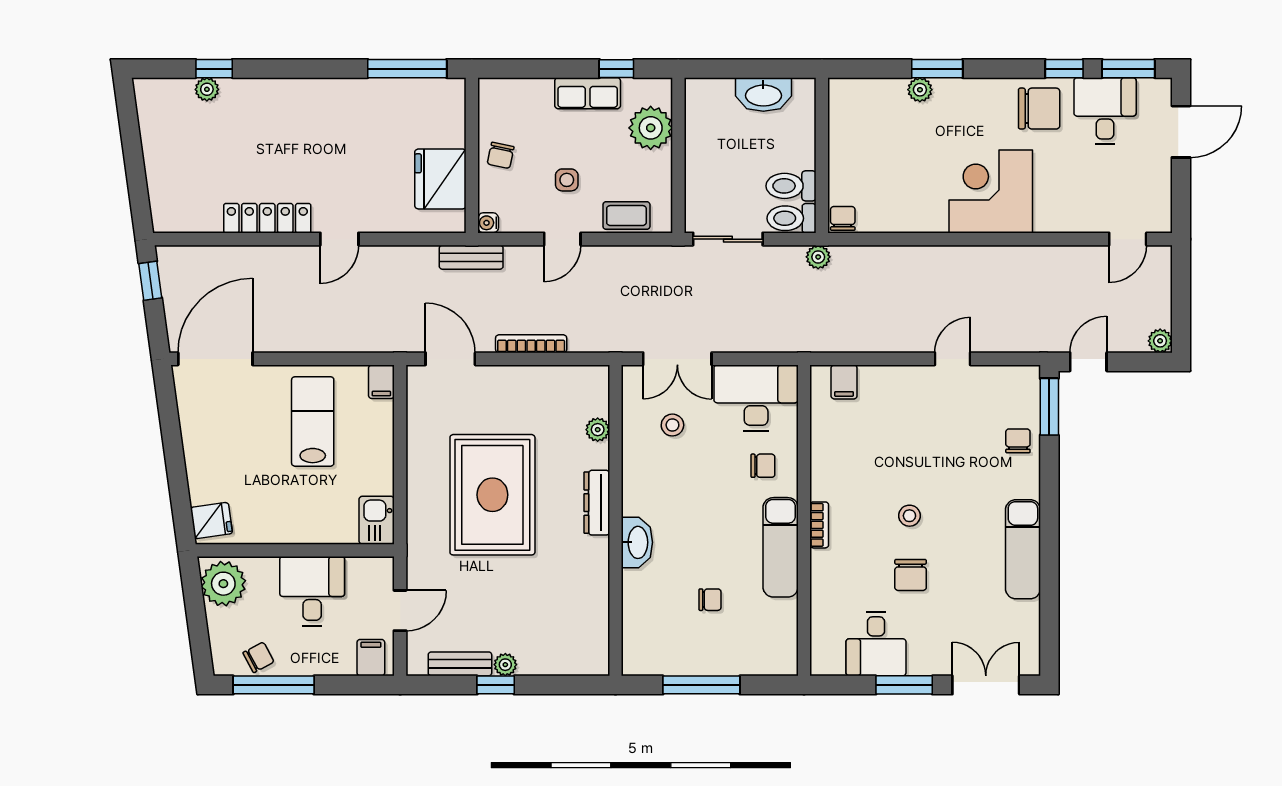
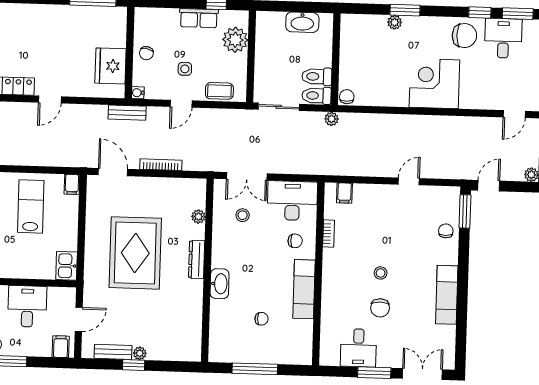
bookcase: (819, 525) -> (329, 234), moved

